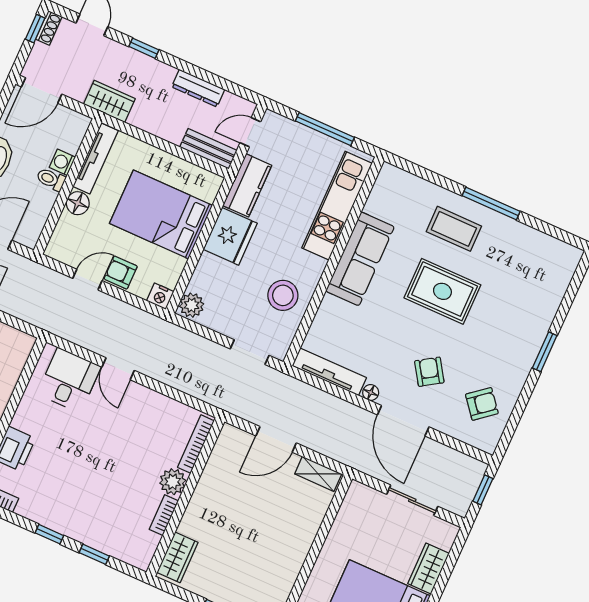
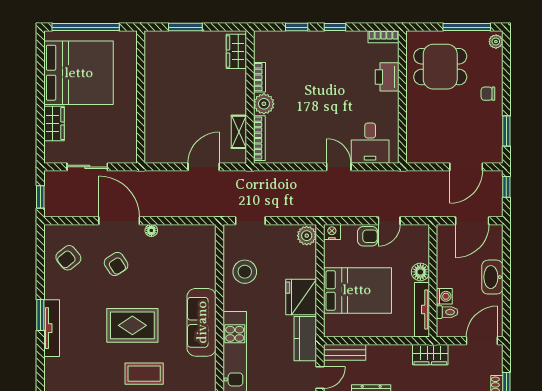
toilet: (51, 179) -> (447, 312), moved
tv unit: (329, 372) -> (52, 328), moved, turned -90
shelving: (318, 474) -> (239, 132), moved, turned 90

